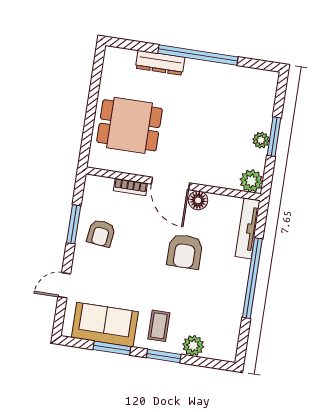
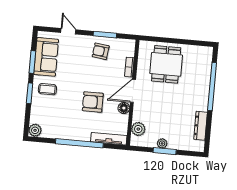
window: (198, 55) -> (212, 87), moved
dresser: (160, 63) -> (201, 126), moved
plant: (251, 181) -> (138, 129), moved
plant: (193, 346) -> (35, 130), moved

